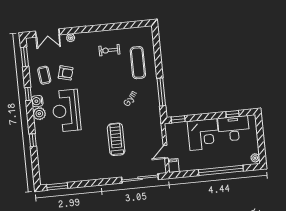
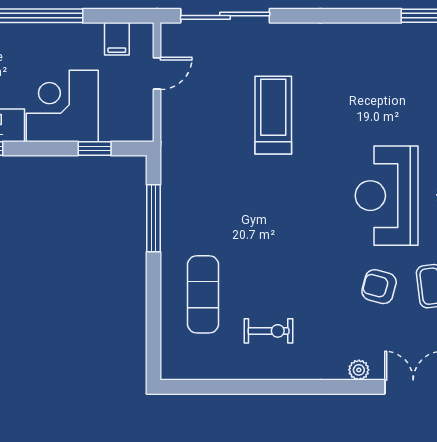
reception desk: (66, 111) -> (387, 196), turned 180
window: (178, 119) -> (95, 149), moved
treadmill: (116, 139) -> (273, 115), turned 180
filing cabinet: (173, 165) -> (117, 39), moved

